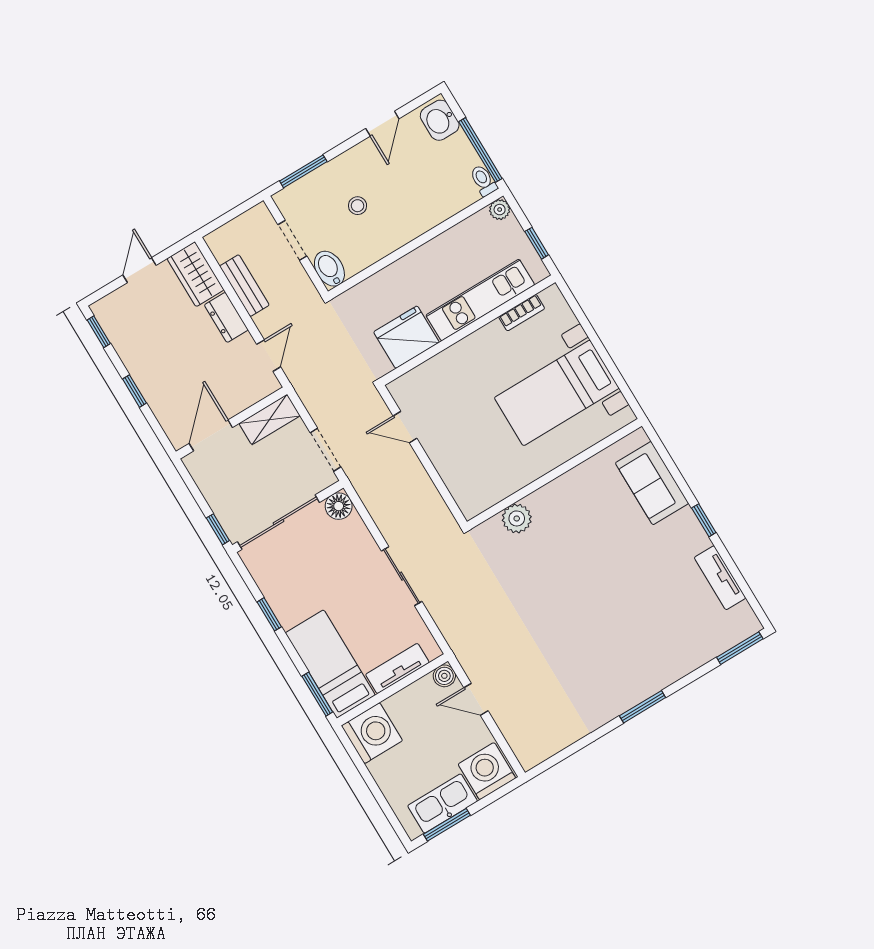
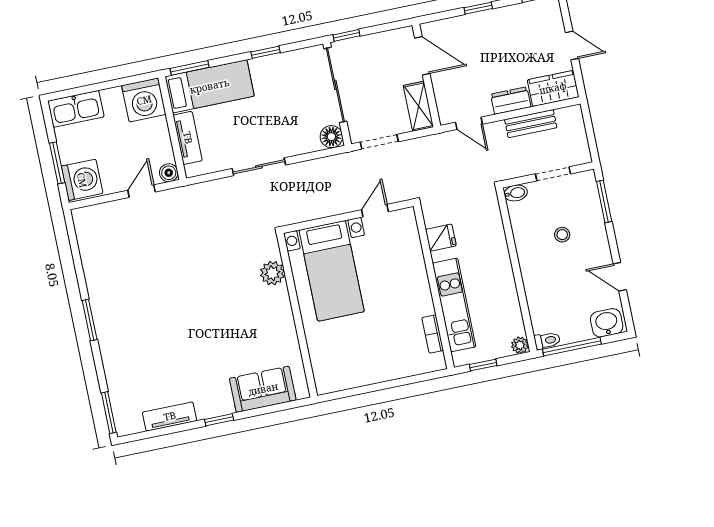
bidet: (329, 269) -> (516, 193), width x0.72, depth x0.74
fridge: (406, 337) -> (441, 238), width x0.53, depth x0.75
bed with nightstands: (557, 393) -> (332, 271), moved, turned 180
kitchen sink: (443, 803) -> (76, 109), moved, turned 90
window: (447, 825) -> (57, 163), moved

